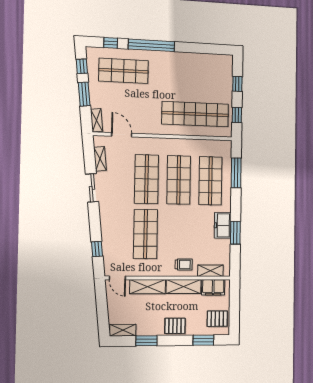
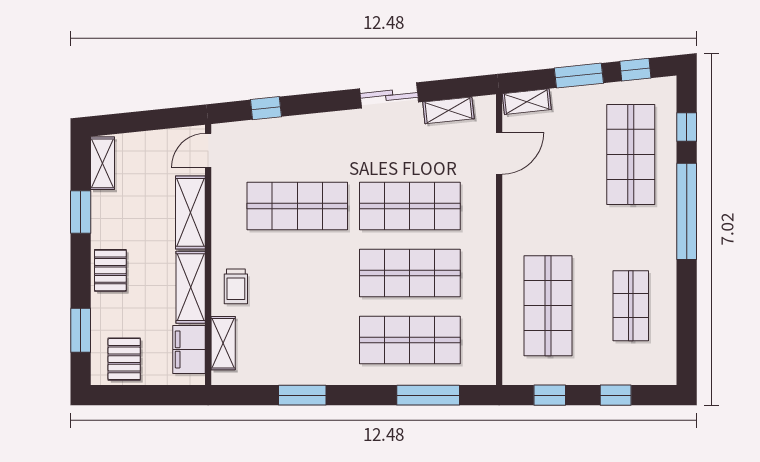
shop shelf: (196, 75) -> (631, 306), added
shop shelf: (195, 114) -> (548, 306), width x0.71
freezer: (223, 225) -> (317, 368), removed

